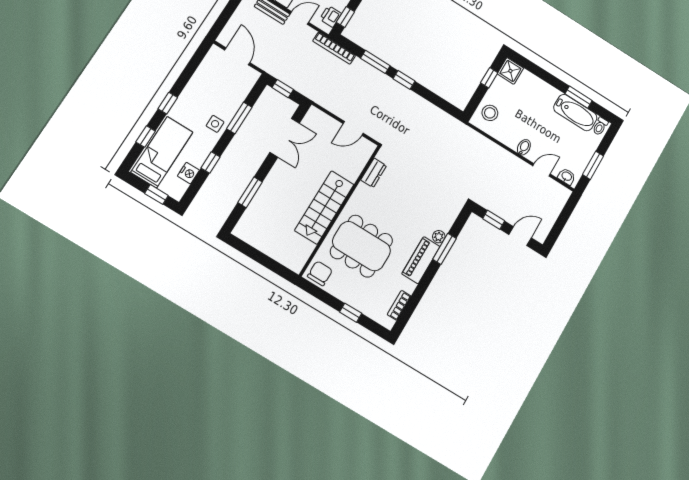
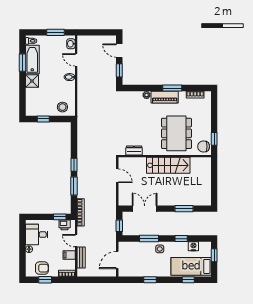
shower: (510, 71) -> (32, 81), moved
window: (168, 103) -> (150, 280), moved
window: (444, 249) -> (172, 88), moved
window: (351, 313) -> (214, 139), moved

